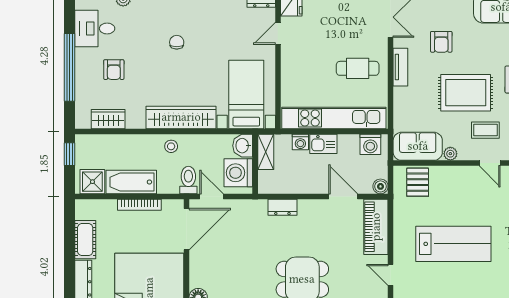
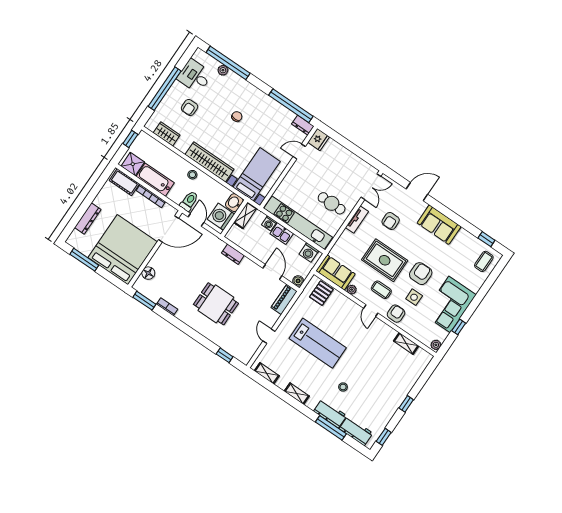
piano: (376, 227) -> (284, 299), width x0.73, depth x0.75
cot: (85, 240) -> (124, 182), moved, turned 90

